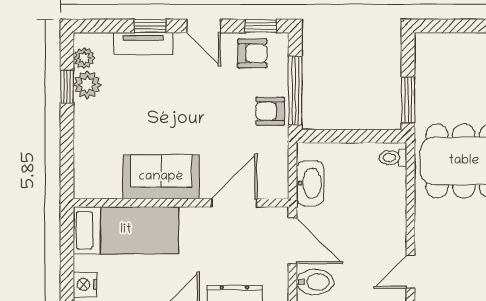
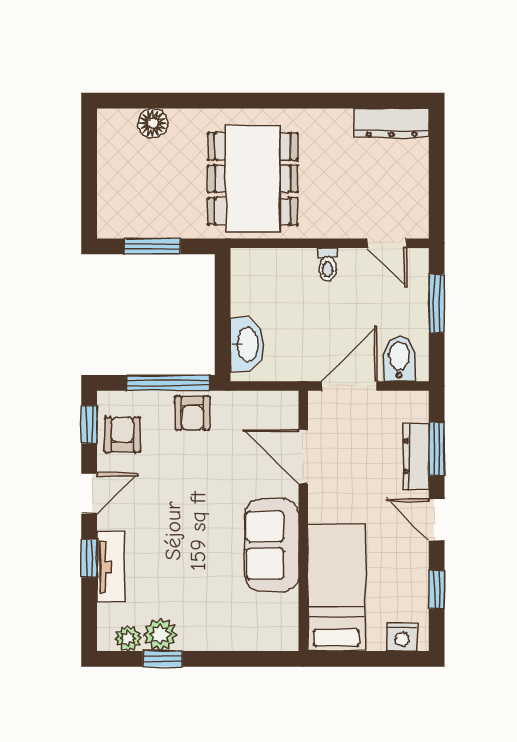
window: (408, 100) -> (153, 246), moved
toilet: (393, 158) -> (327, 264), moved
washbasin: (310, 183) -> (247, 344), moved, turned 90

